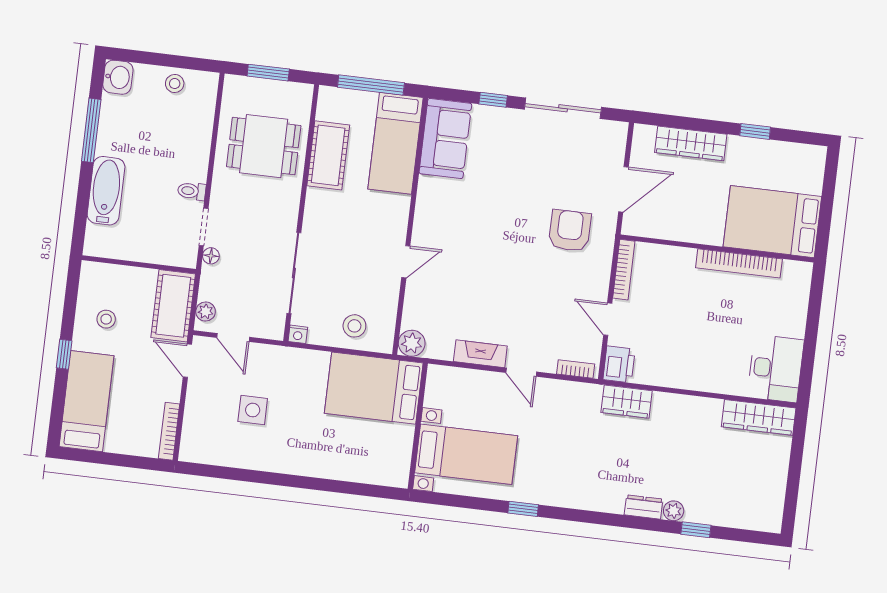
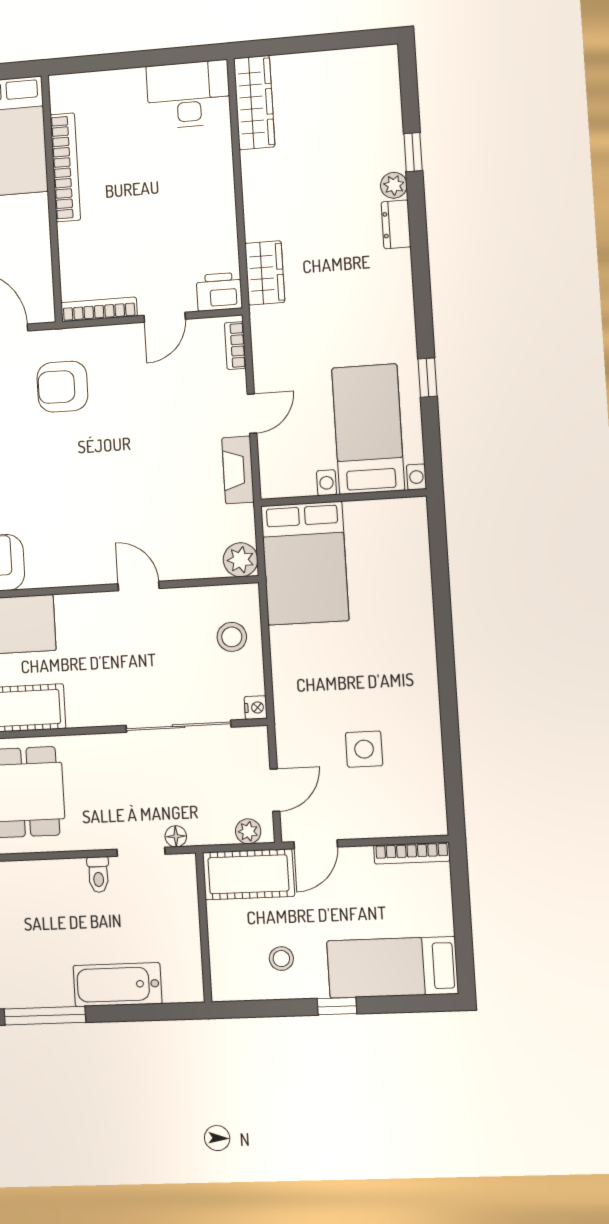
bed: (374, 388) -> (305, 563), moved
wall: (418, 426) -> (343, 498), moved
bed with nightstands: (466, 454) -> (368, 429), moved

